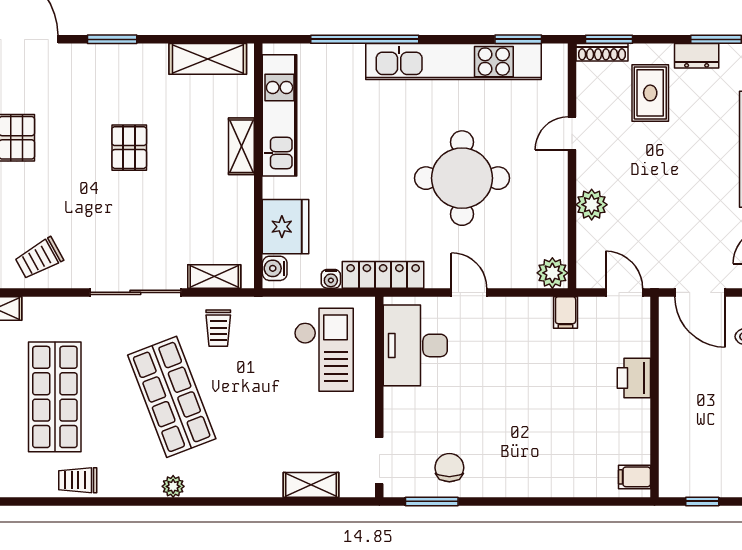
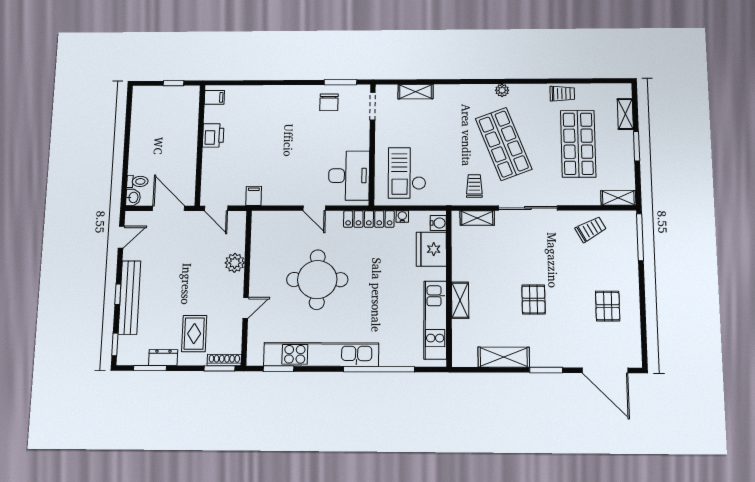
shelving: (208, 59) -> (504, 357), moved
plant: (552, 273) -> (261, 220), removed
printer: (634, 378) -> (213, 135), moved

